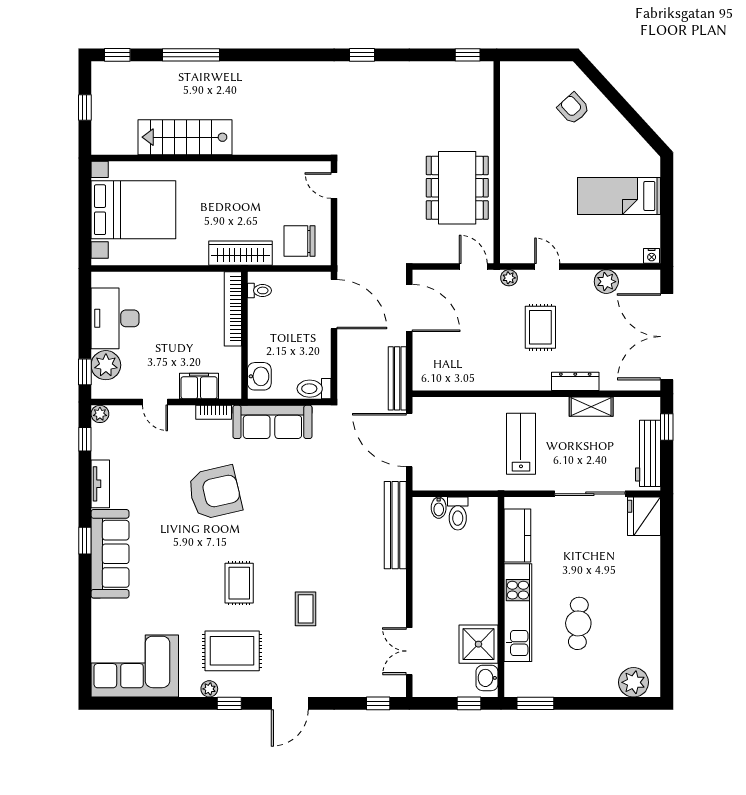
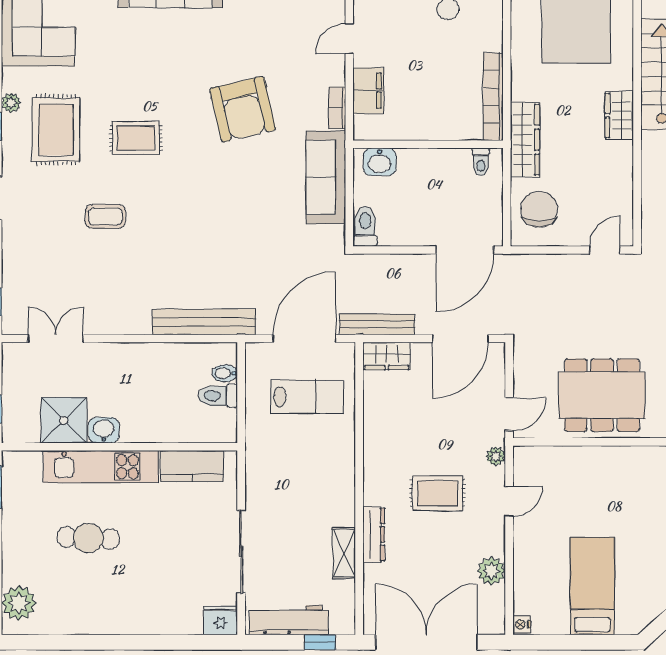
wardrobe: (220, 173) -> (619, 115), added
bookcase: (233, 309) -> (493, 97), moved, turned -90
wardrobe: (424, 370) -> (387, 356), added
lab bench: (521, 444) -> (307, 397), moved
fridge: (644, 516) -> (221, 620), width x0.73, depth x0.75
washbasin: (487, 678) -> (104, 430), moved

